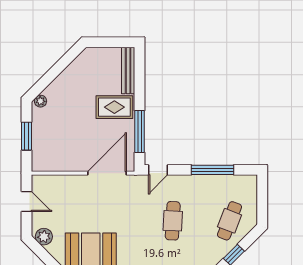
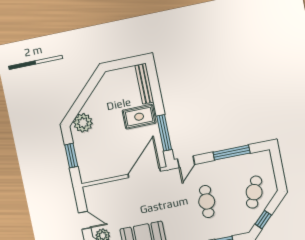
plant: (40, 101) -> (83, 123), width x1.87, depth x1.87
door: (26, 202) -> (85, 220), moved

